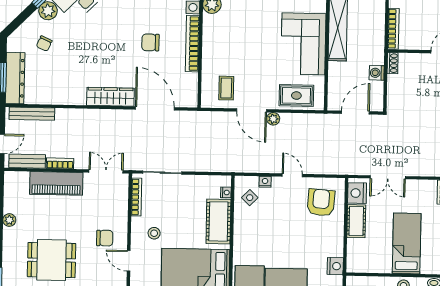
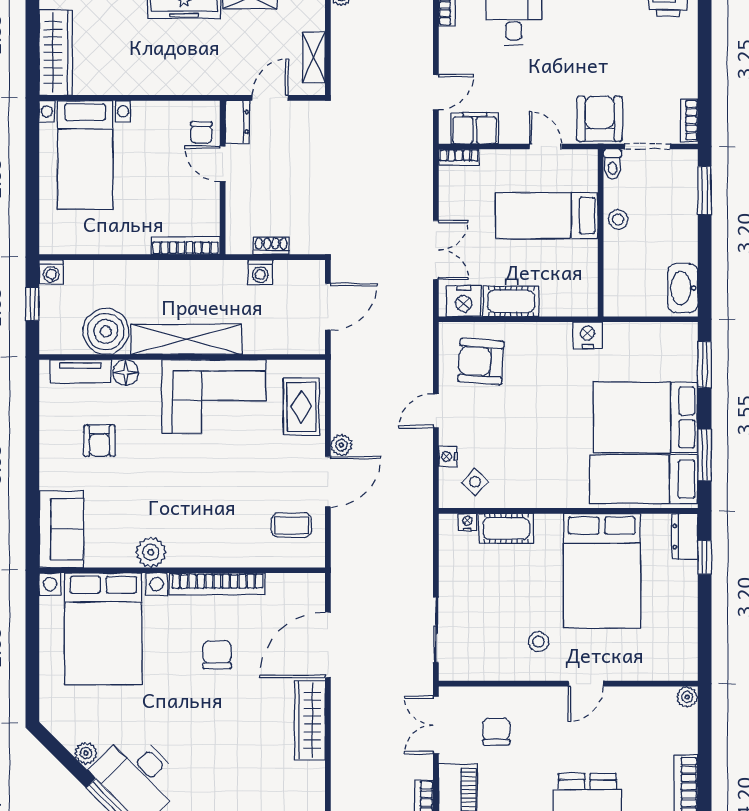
chair: (150, 42) -> (217, 655), turned 180
shoe rack: (393, 63) -> (271, 246), moved
door: (355, 113) -> (328, 307), swing flipped
bookcase: (136, 197) -> (478, 673), removed
cot: (218, 221) -> (506, 529), width x0.73, depth x0.75
chair: (105, 238) -> (496, 732), moved

